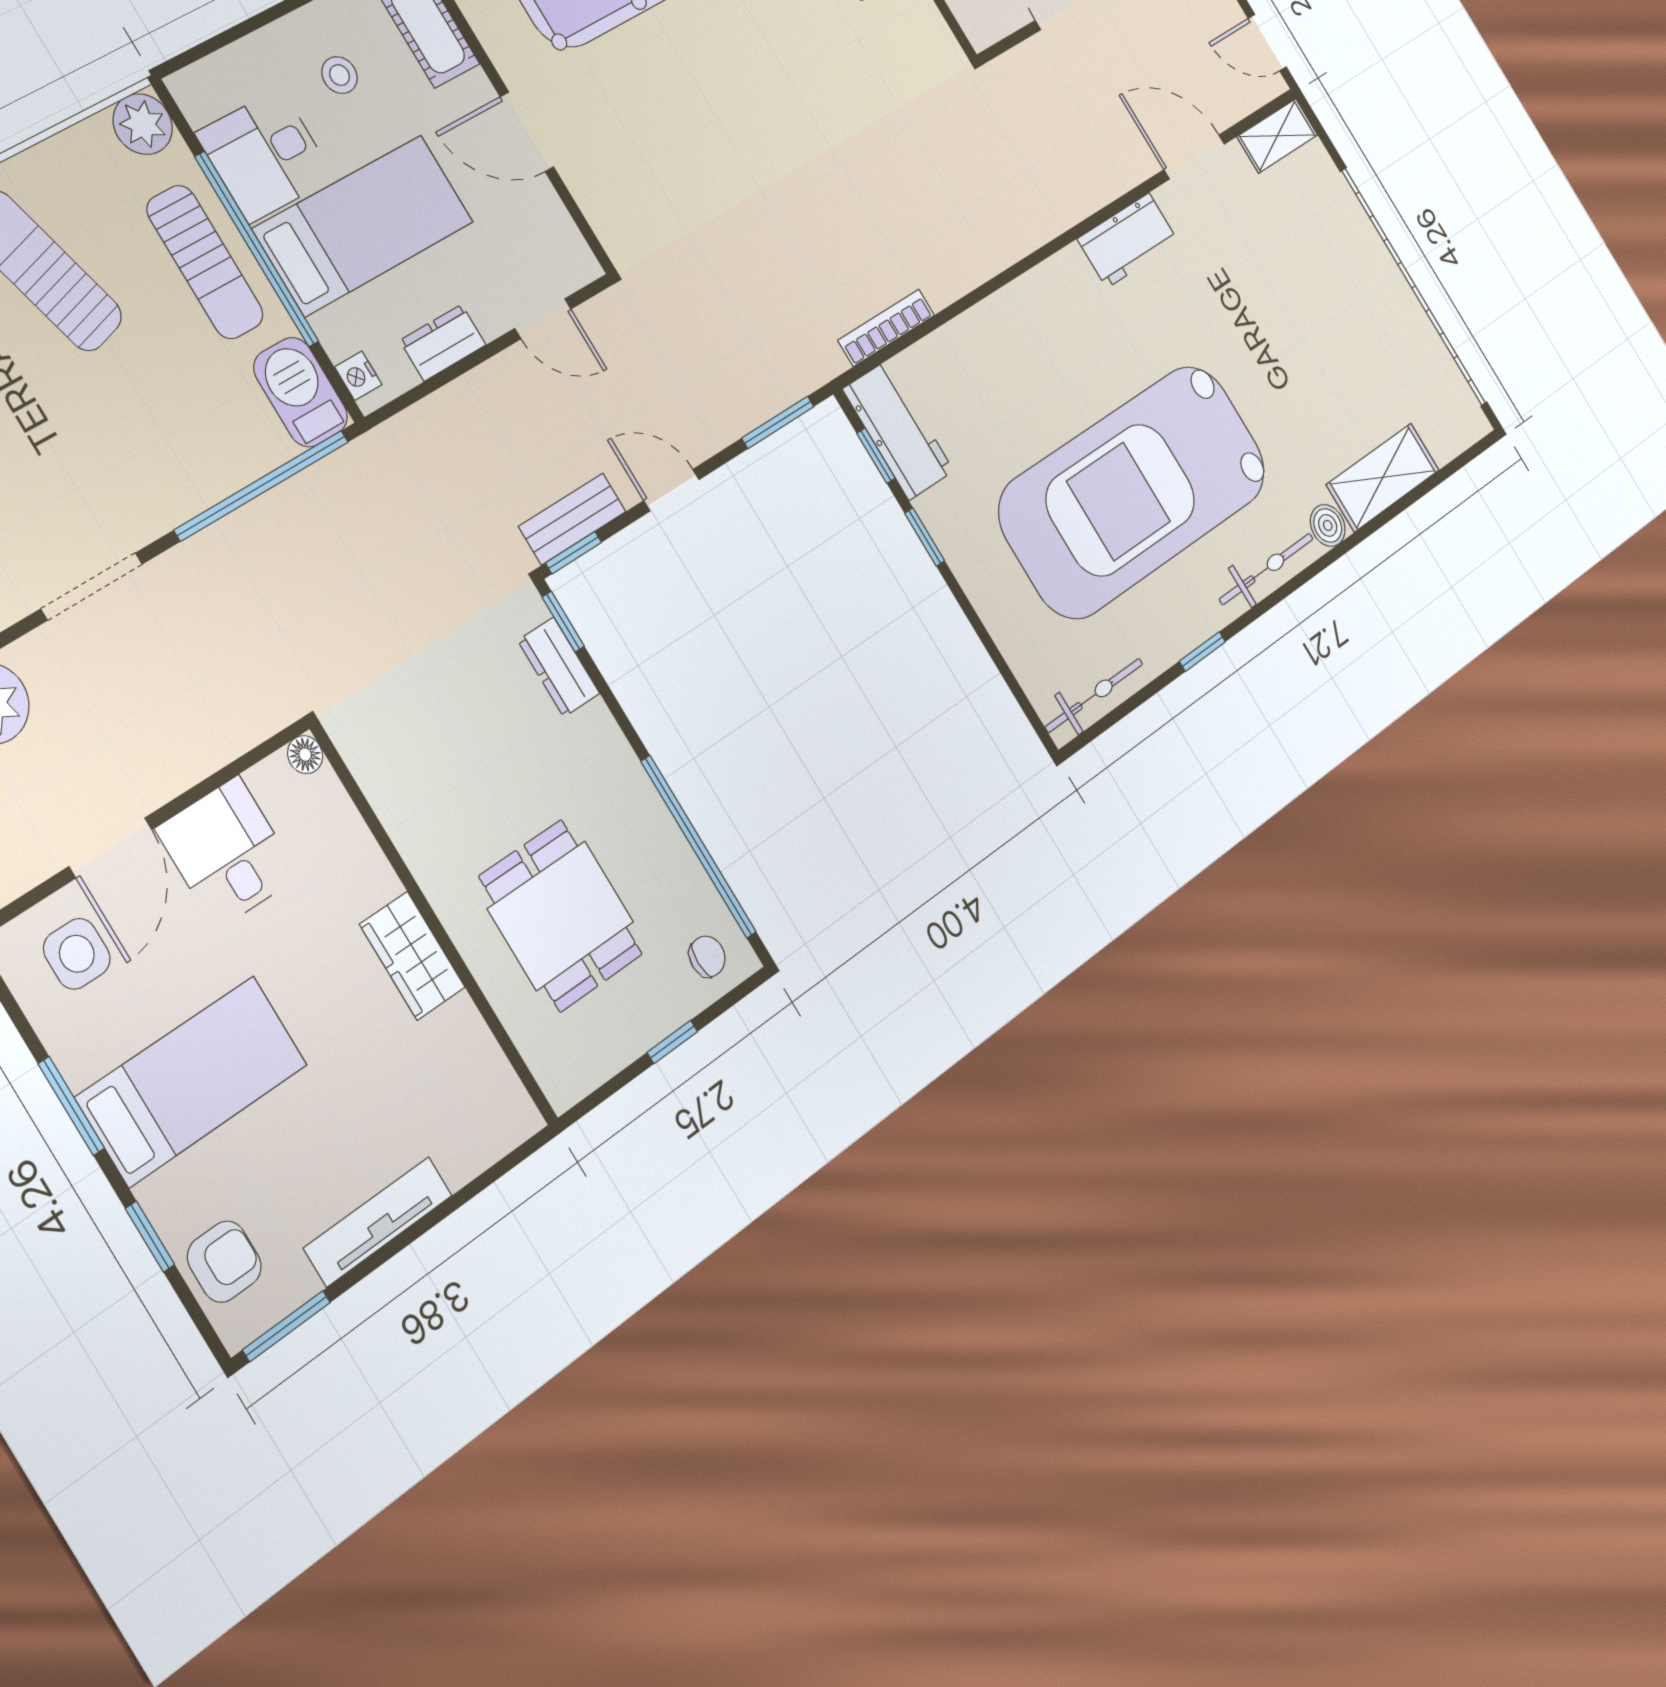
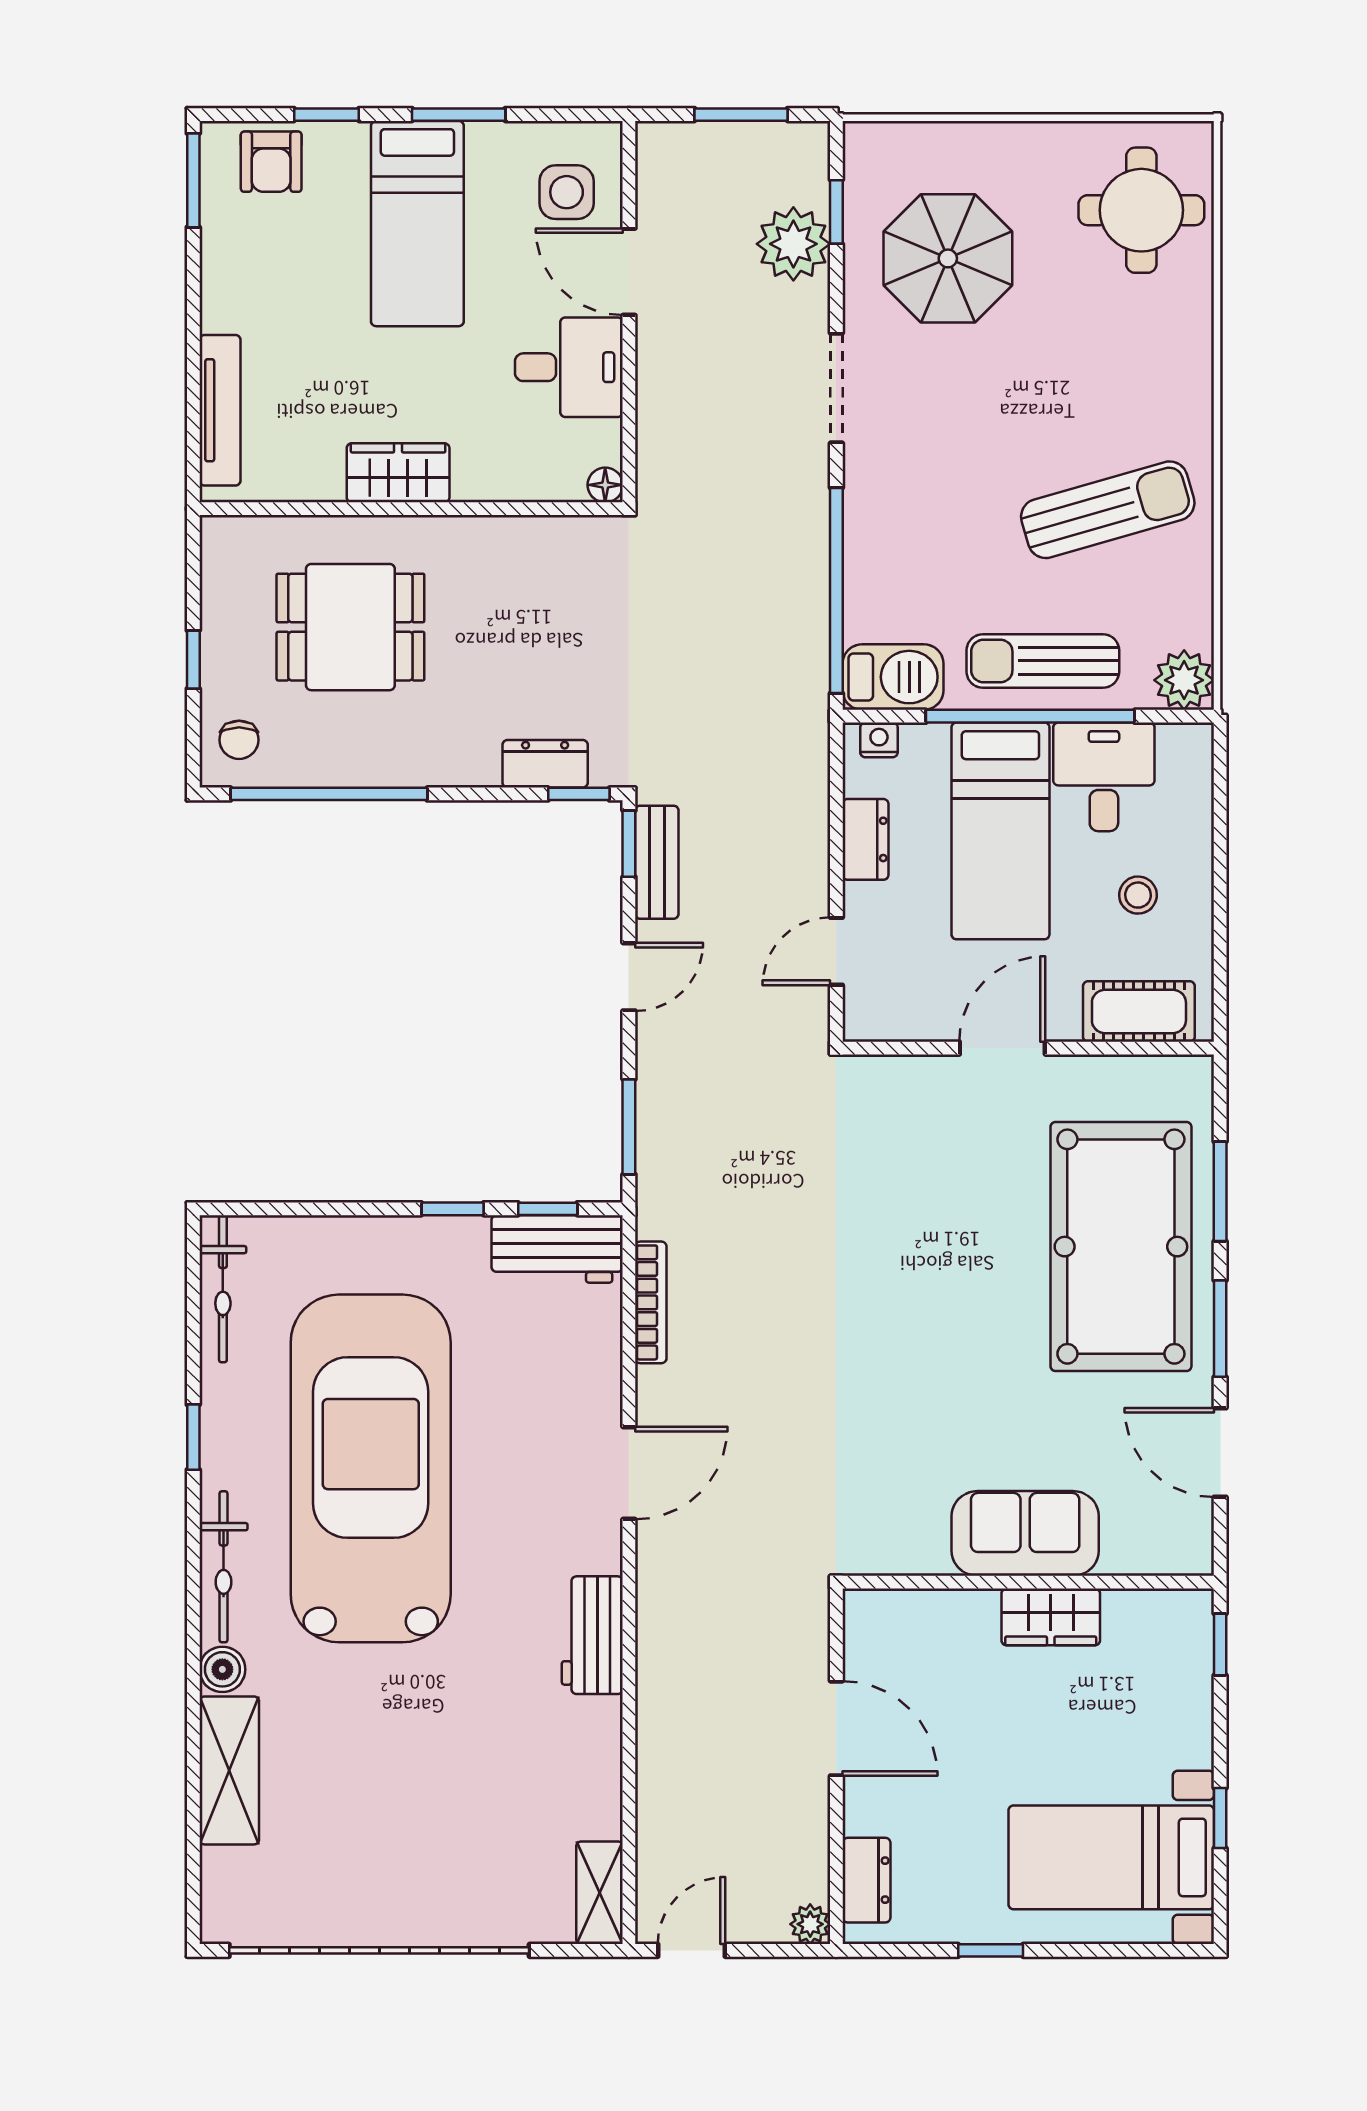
door: (1194, 157) -> (629, 1473), moved
tv unit: (378, 1222) -> (220, 410), moved

